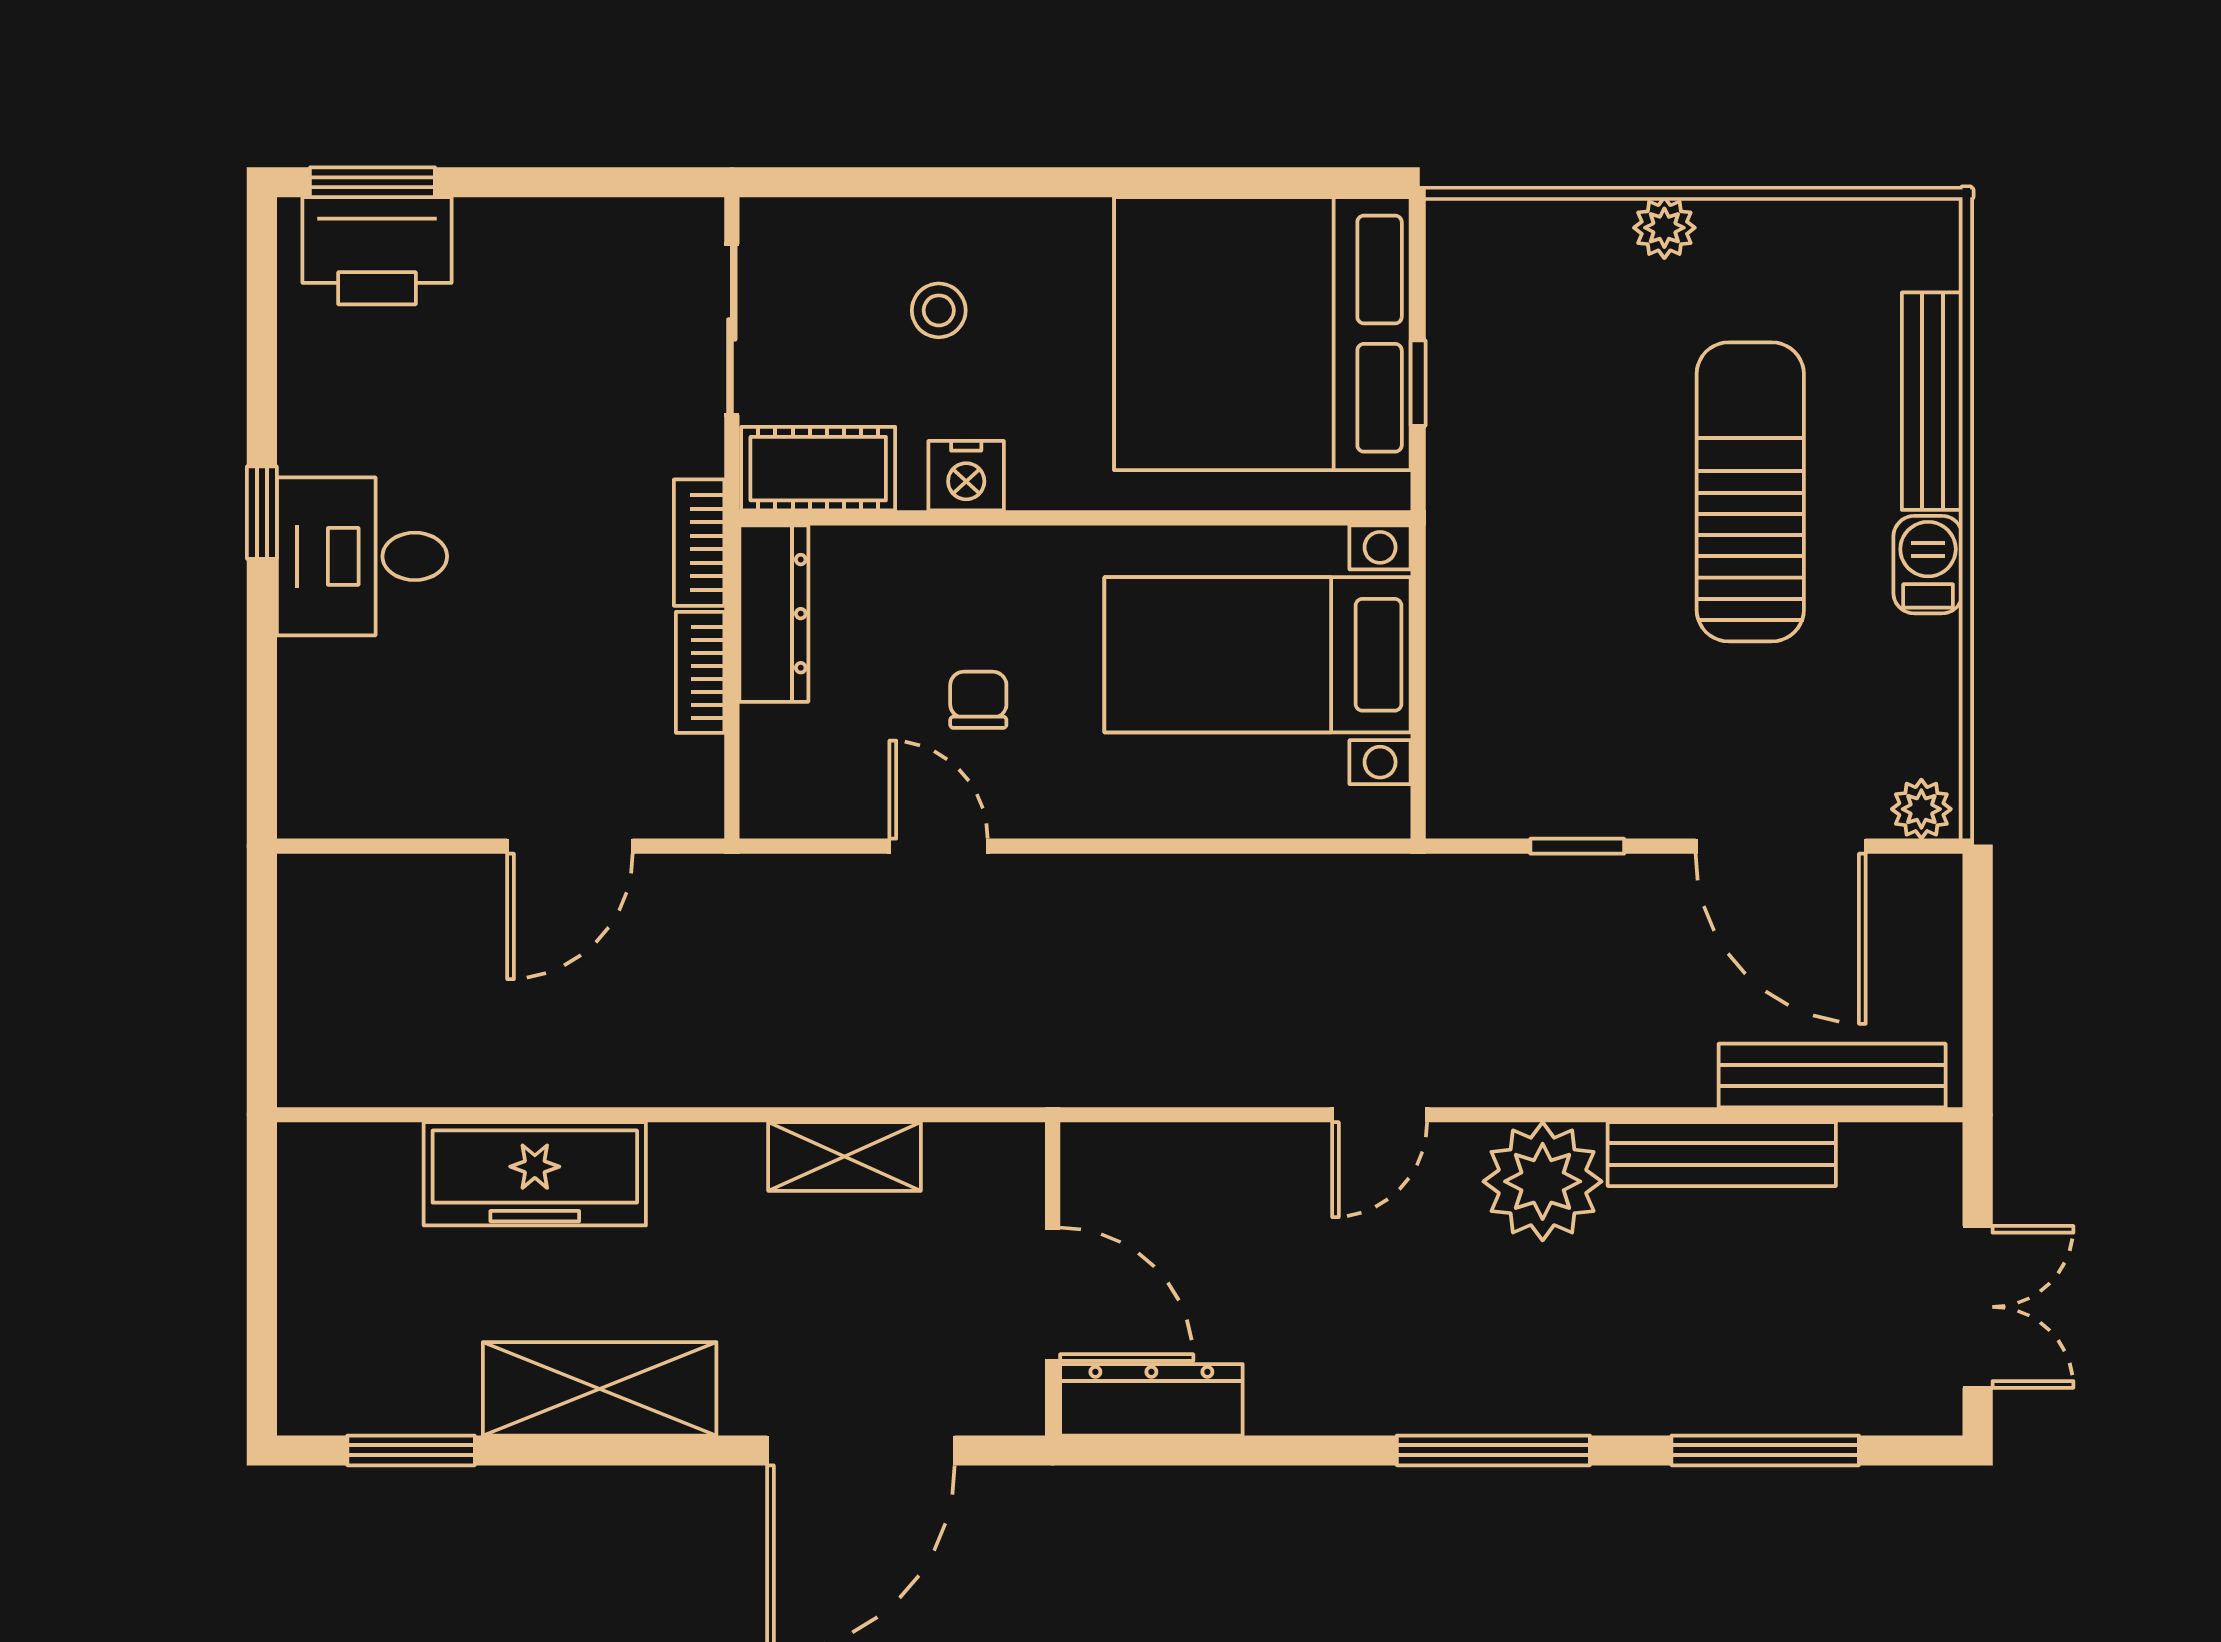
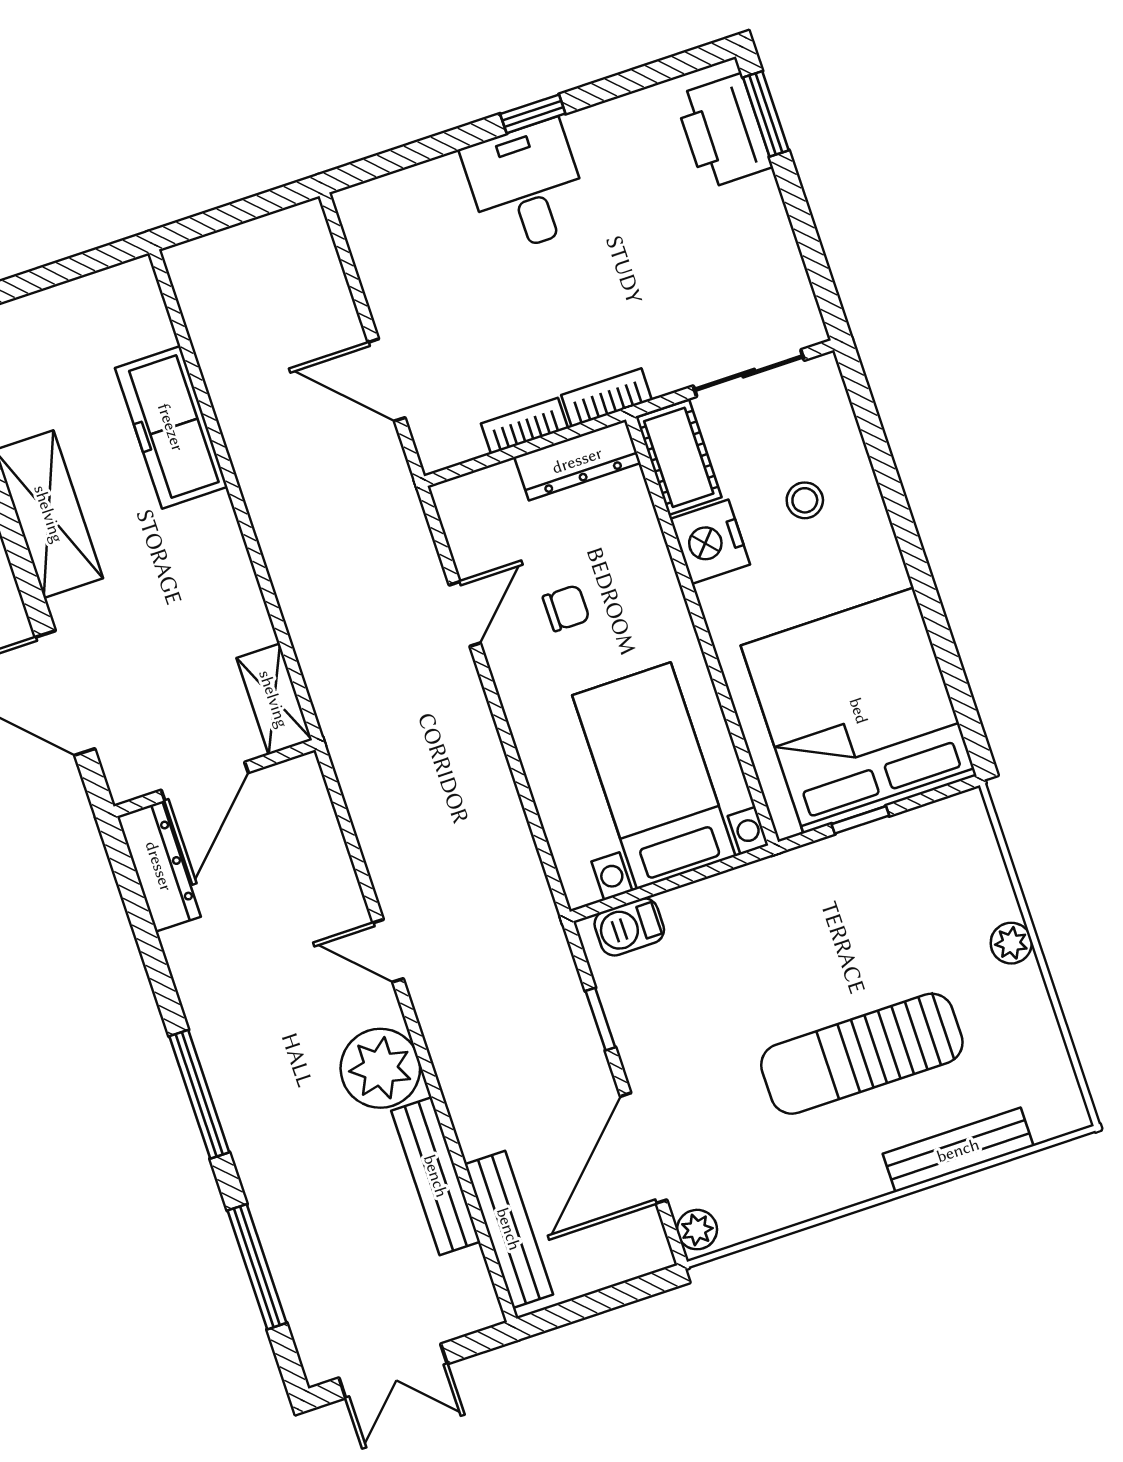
nightstand: (966, 476) -> (710, 542), width x1.36, depth x1.33
sun lounger: (1750, 492) -> (862, 1054), turned 180
barbecue: (1928, 565) -> (629, 927), moved, turned 180
shelving: (844, 1157) -> (274, 699), moved

